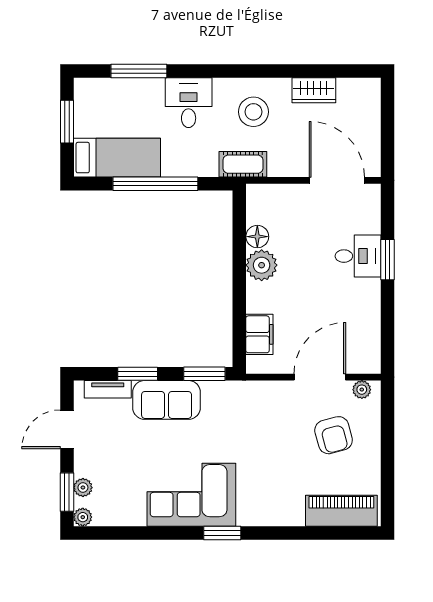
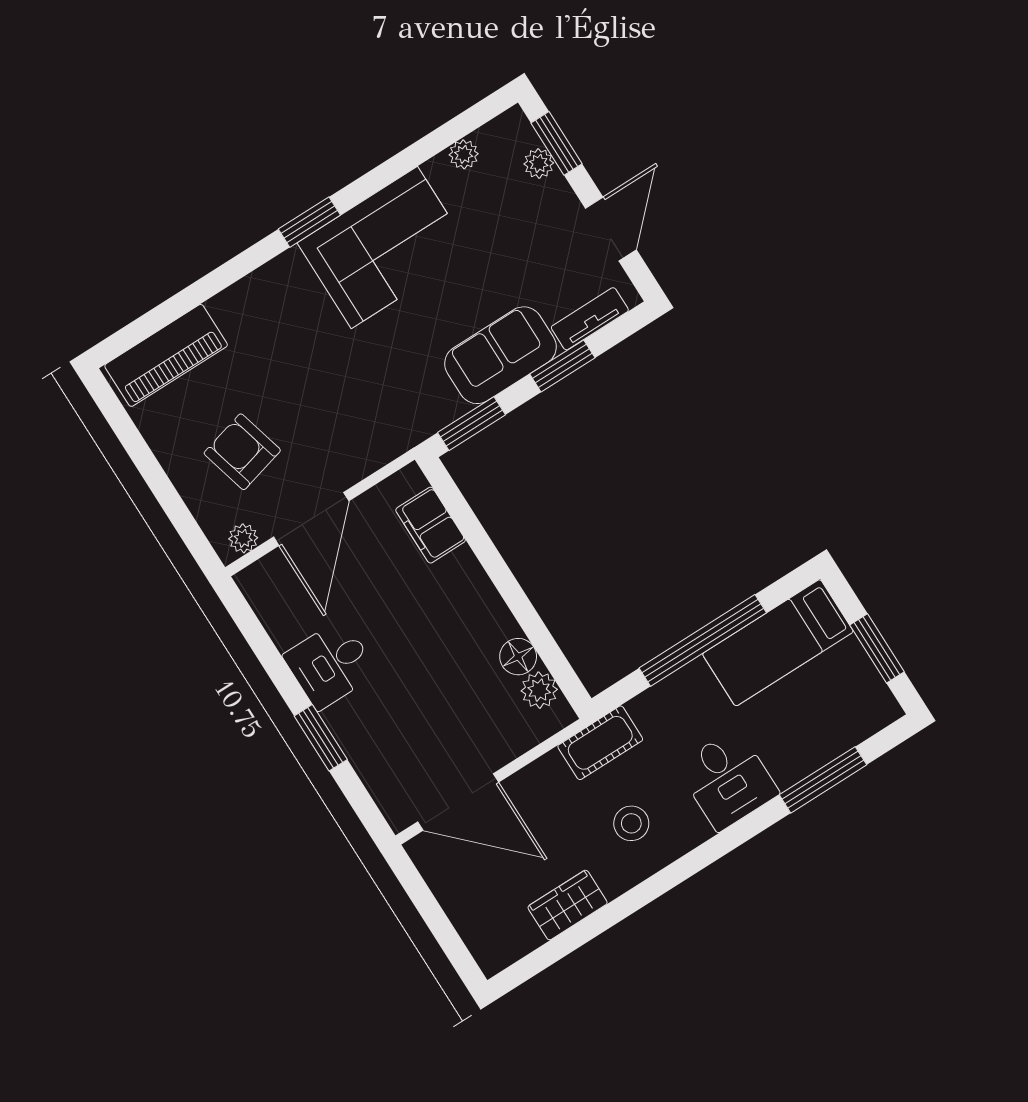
stool: (253, 112) -> (631, 823), width x0.73, depth x0.73
desk: (358, 256) -> (330, 664), moved
plant: (262, 265) -> (539, 690), moved, width x0.73, depth x0.73
plant: (83, 517) -> (464, 154), moved

